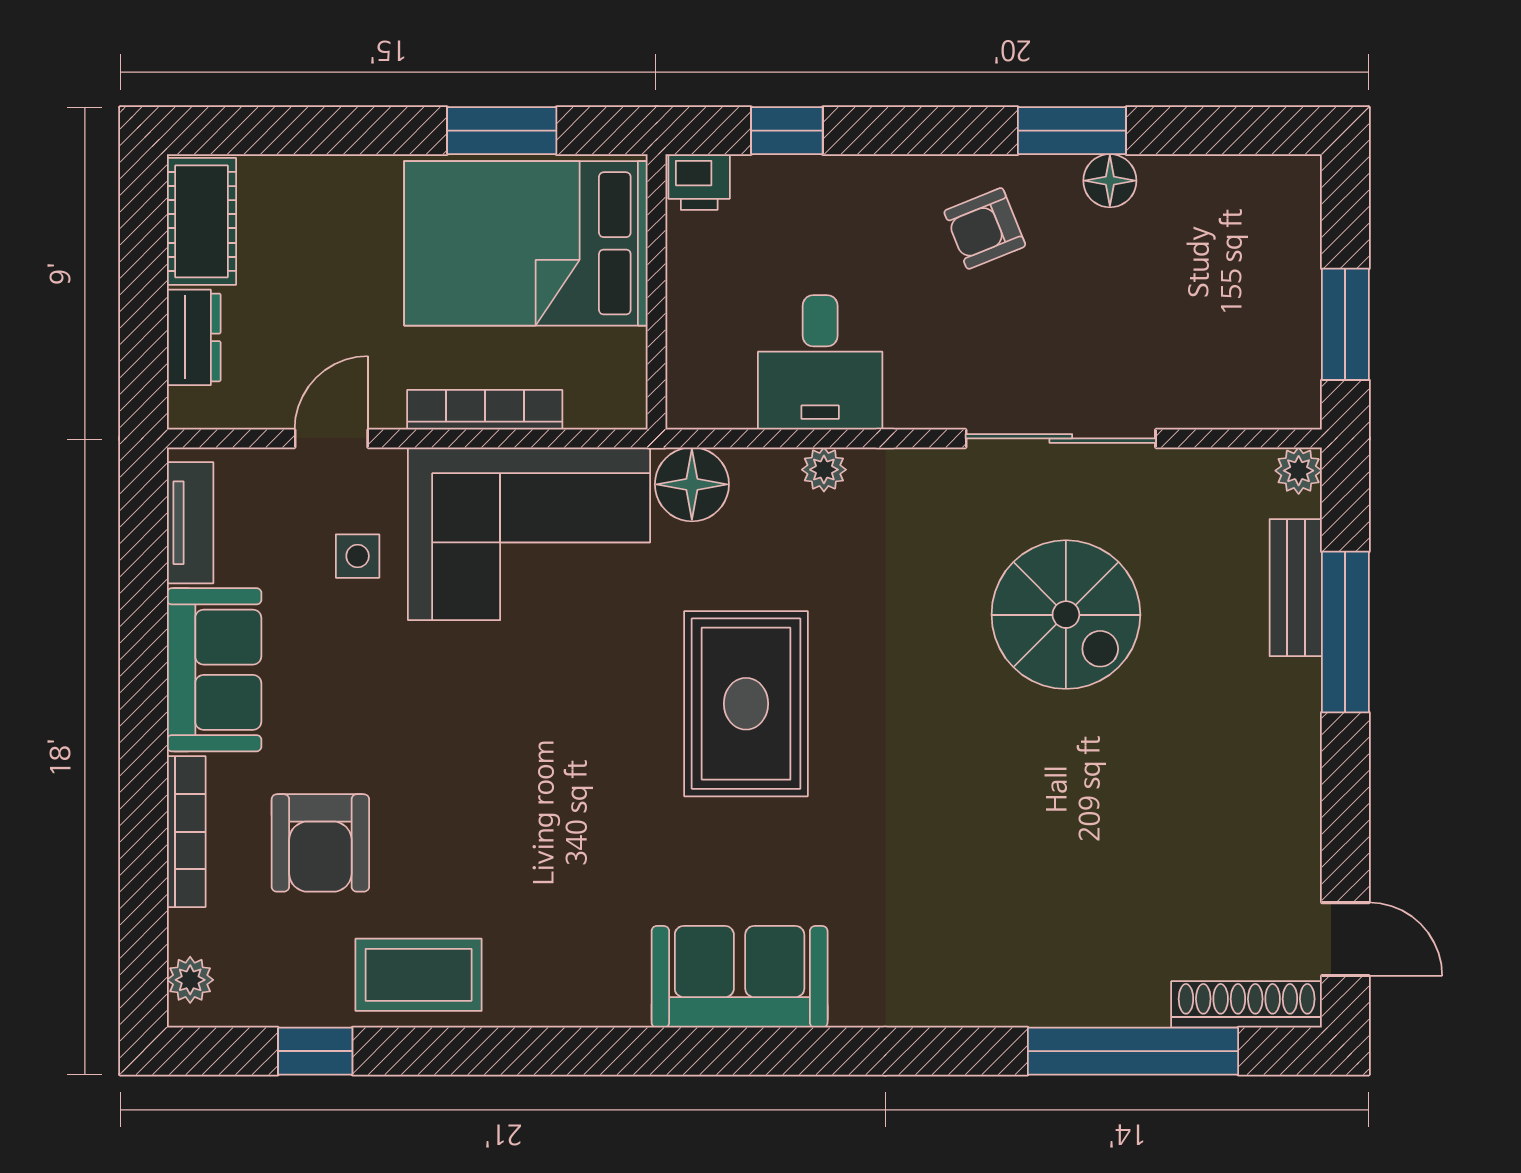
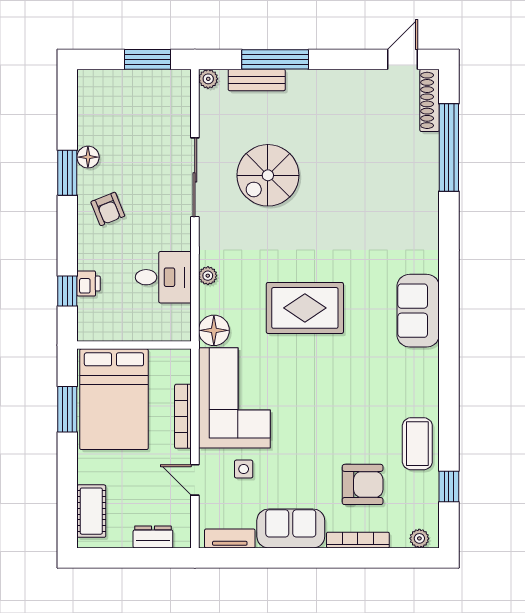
printer: (699, 182) -> (89, 284), moved
cot: (202, 221) -> (91, 511), moved, turned 90
spiral stairs: (1066, 615) -> (268, 175), turned 180

